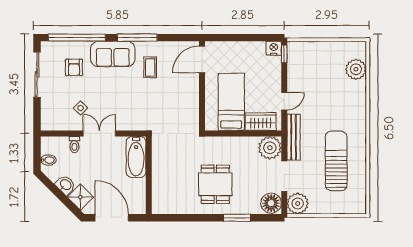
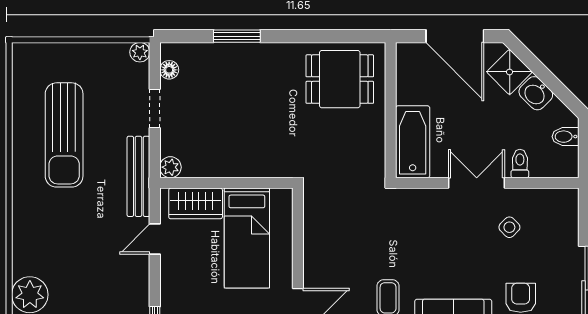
double door: (99, 133) -> (477, 183), swing flipped
plant: (270, 148) -> (170, 167), width x0.53, depth x0.53
doorway: (284, 176) -> (155, 109), width x0.73
dining table: (215, 184) -> (340, 79), moved, turned 90
floor lamp: (271, 203) -> (169, 70), width x0.53, depth x0.53
plant: (298, 203) -> (140, 52), width x0.53, depth x0.53

